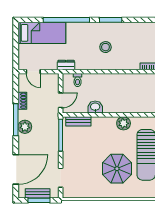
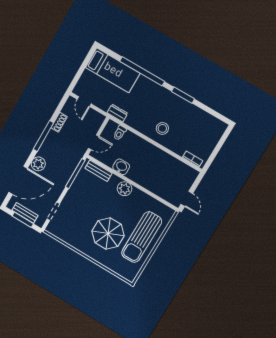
stool: (105, 47) -> (162, 128), moved
plant: (124, 123) -> (125, 189), moved
plant: (25, 127) -> (38, 164), moved

